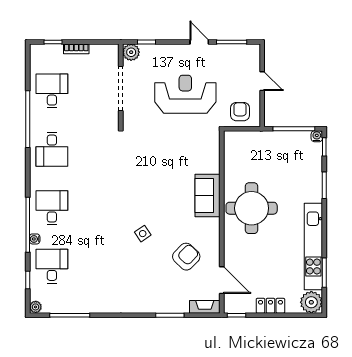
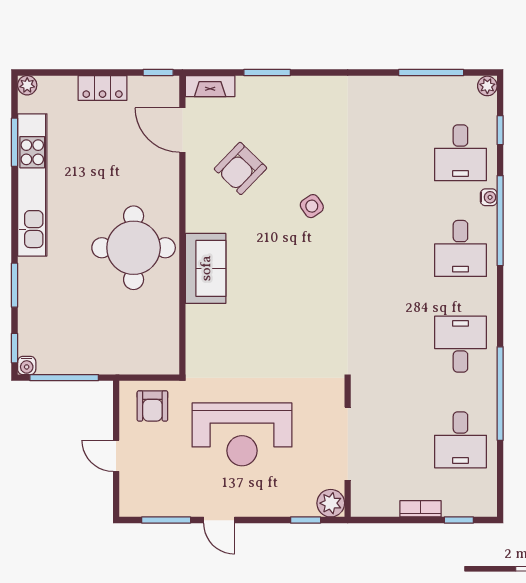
plant: (311, 302) -> (27, 85), width x0.53, depth x0.53

